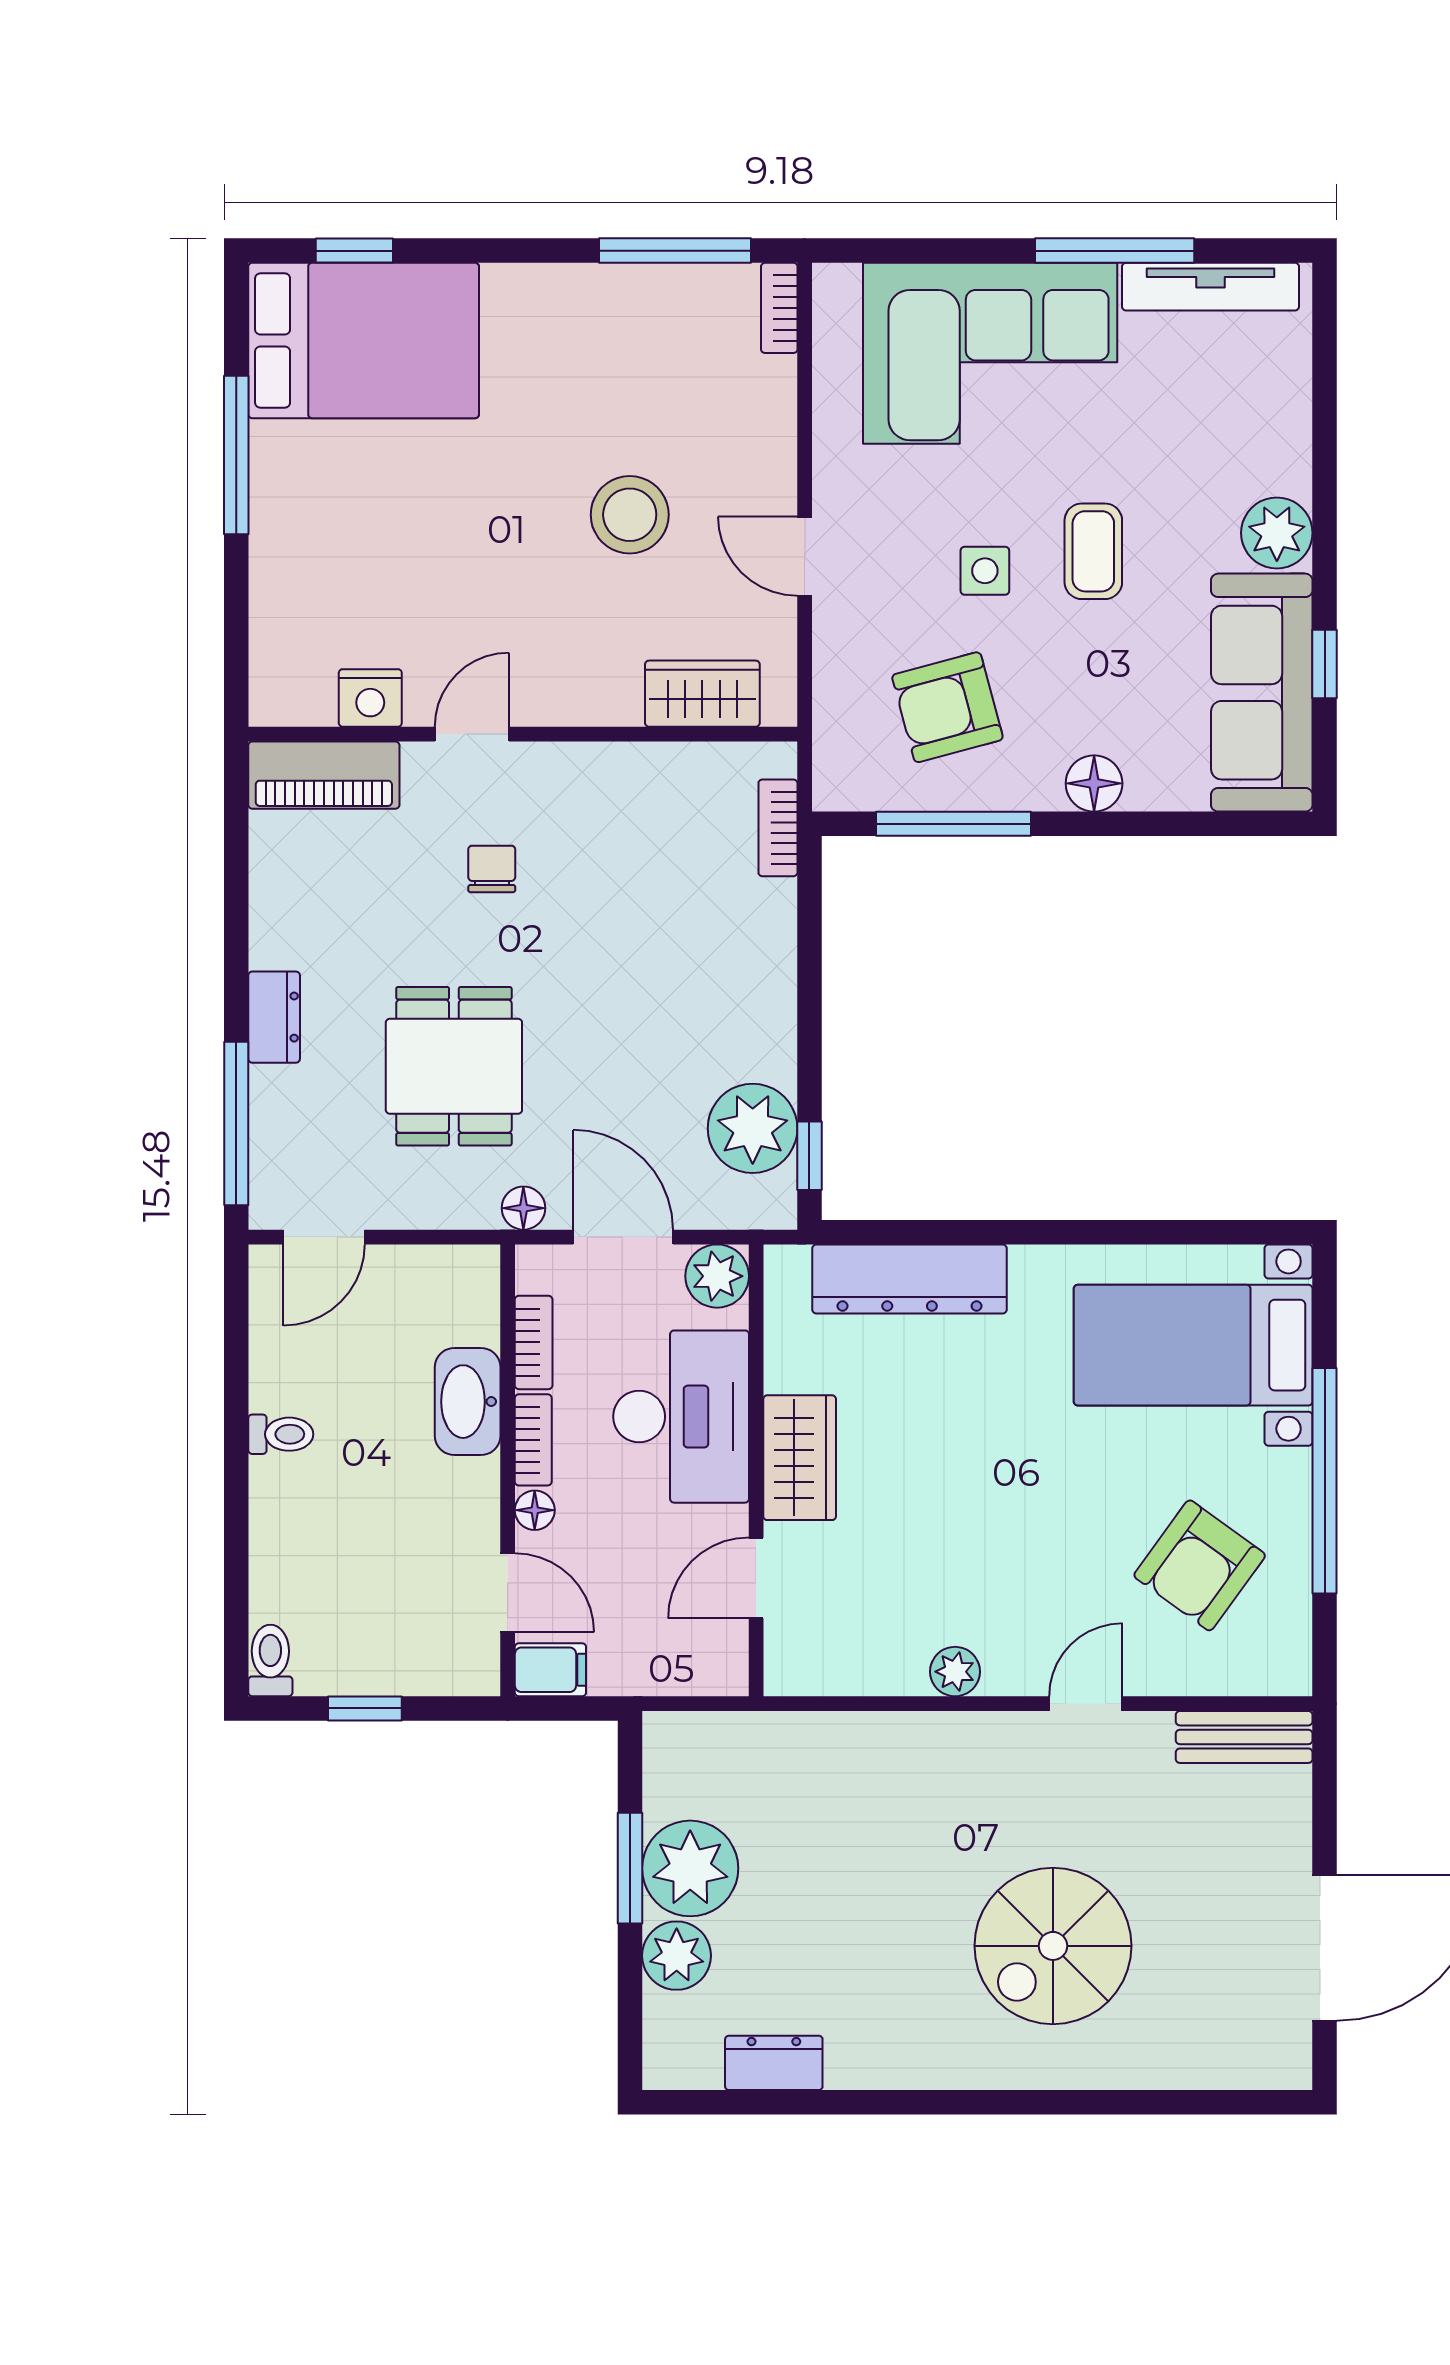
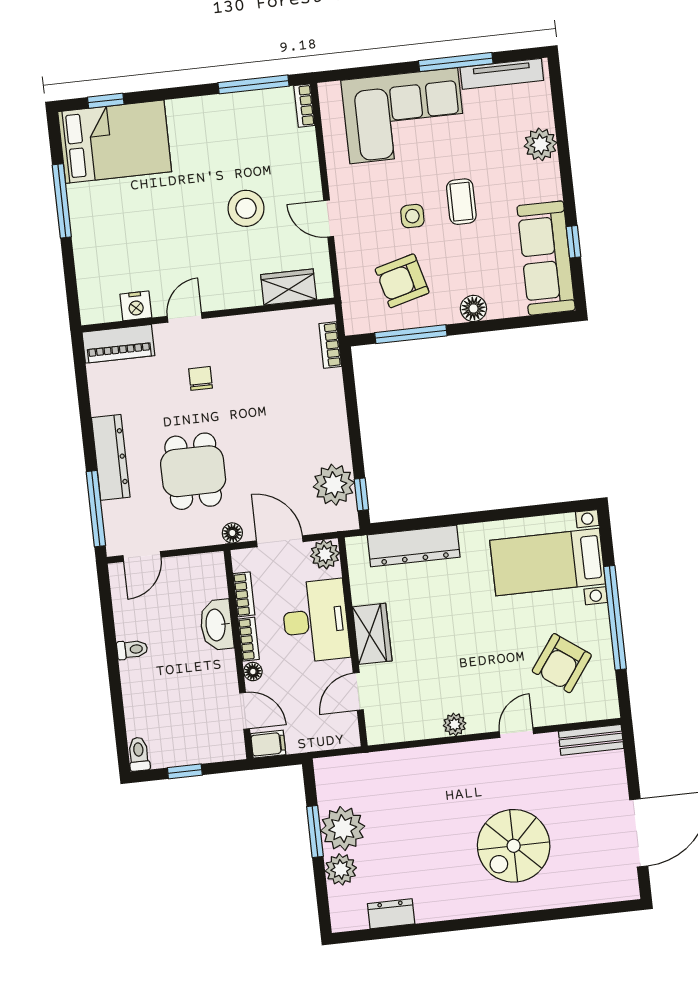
plant: (1277, 533) -> (540, 144), moved
dresser: (274, 1017) -> (111, 457), width x1.96, depth x1.24

